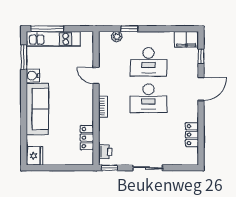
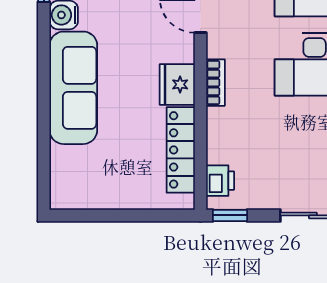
locker: (87, 138) -> (181, 150), width x1.53
fridge: (35, 156) -> (177, 84), moved, turned 180

